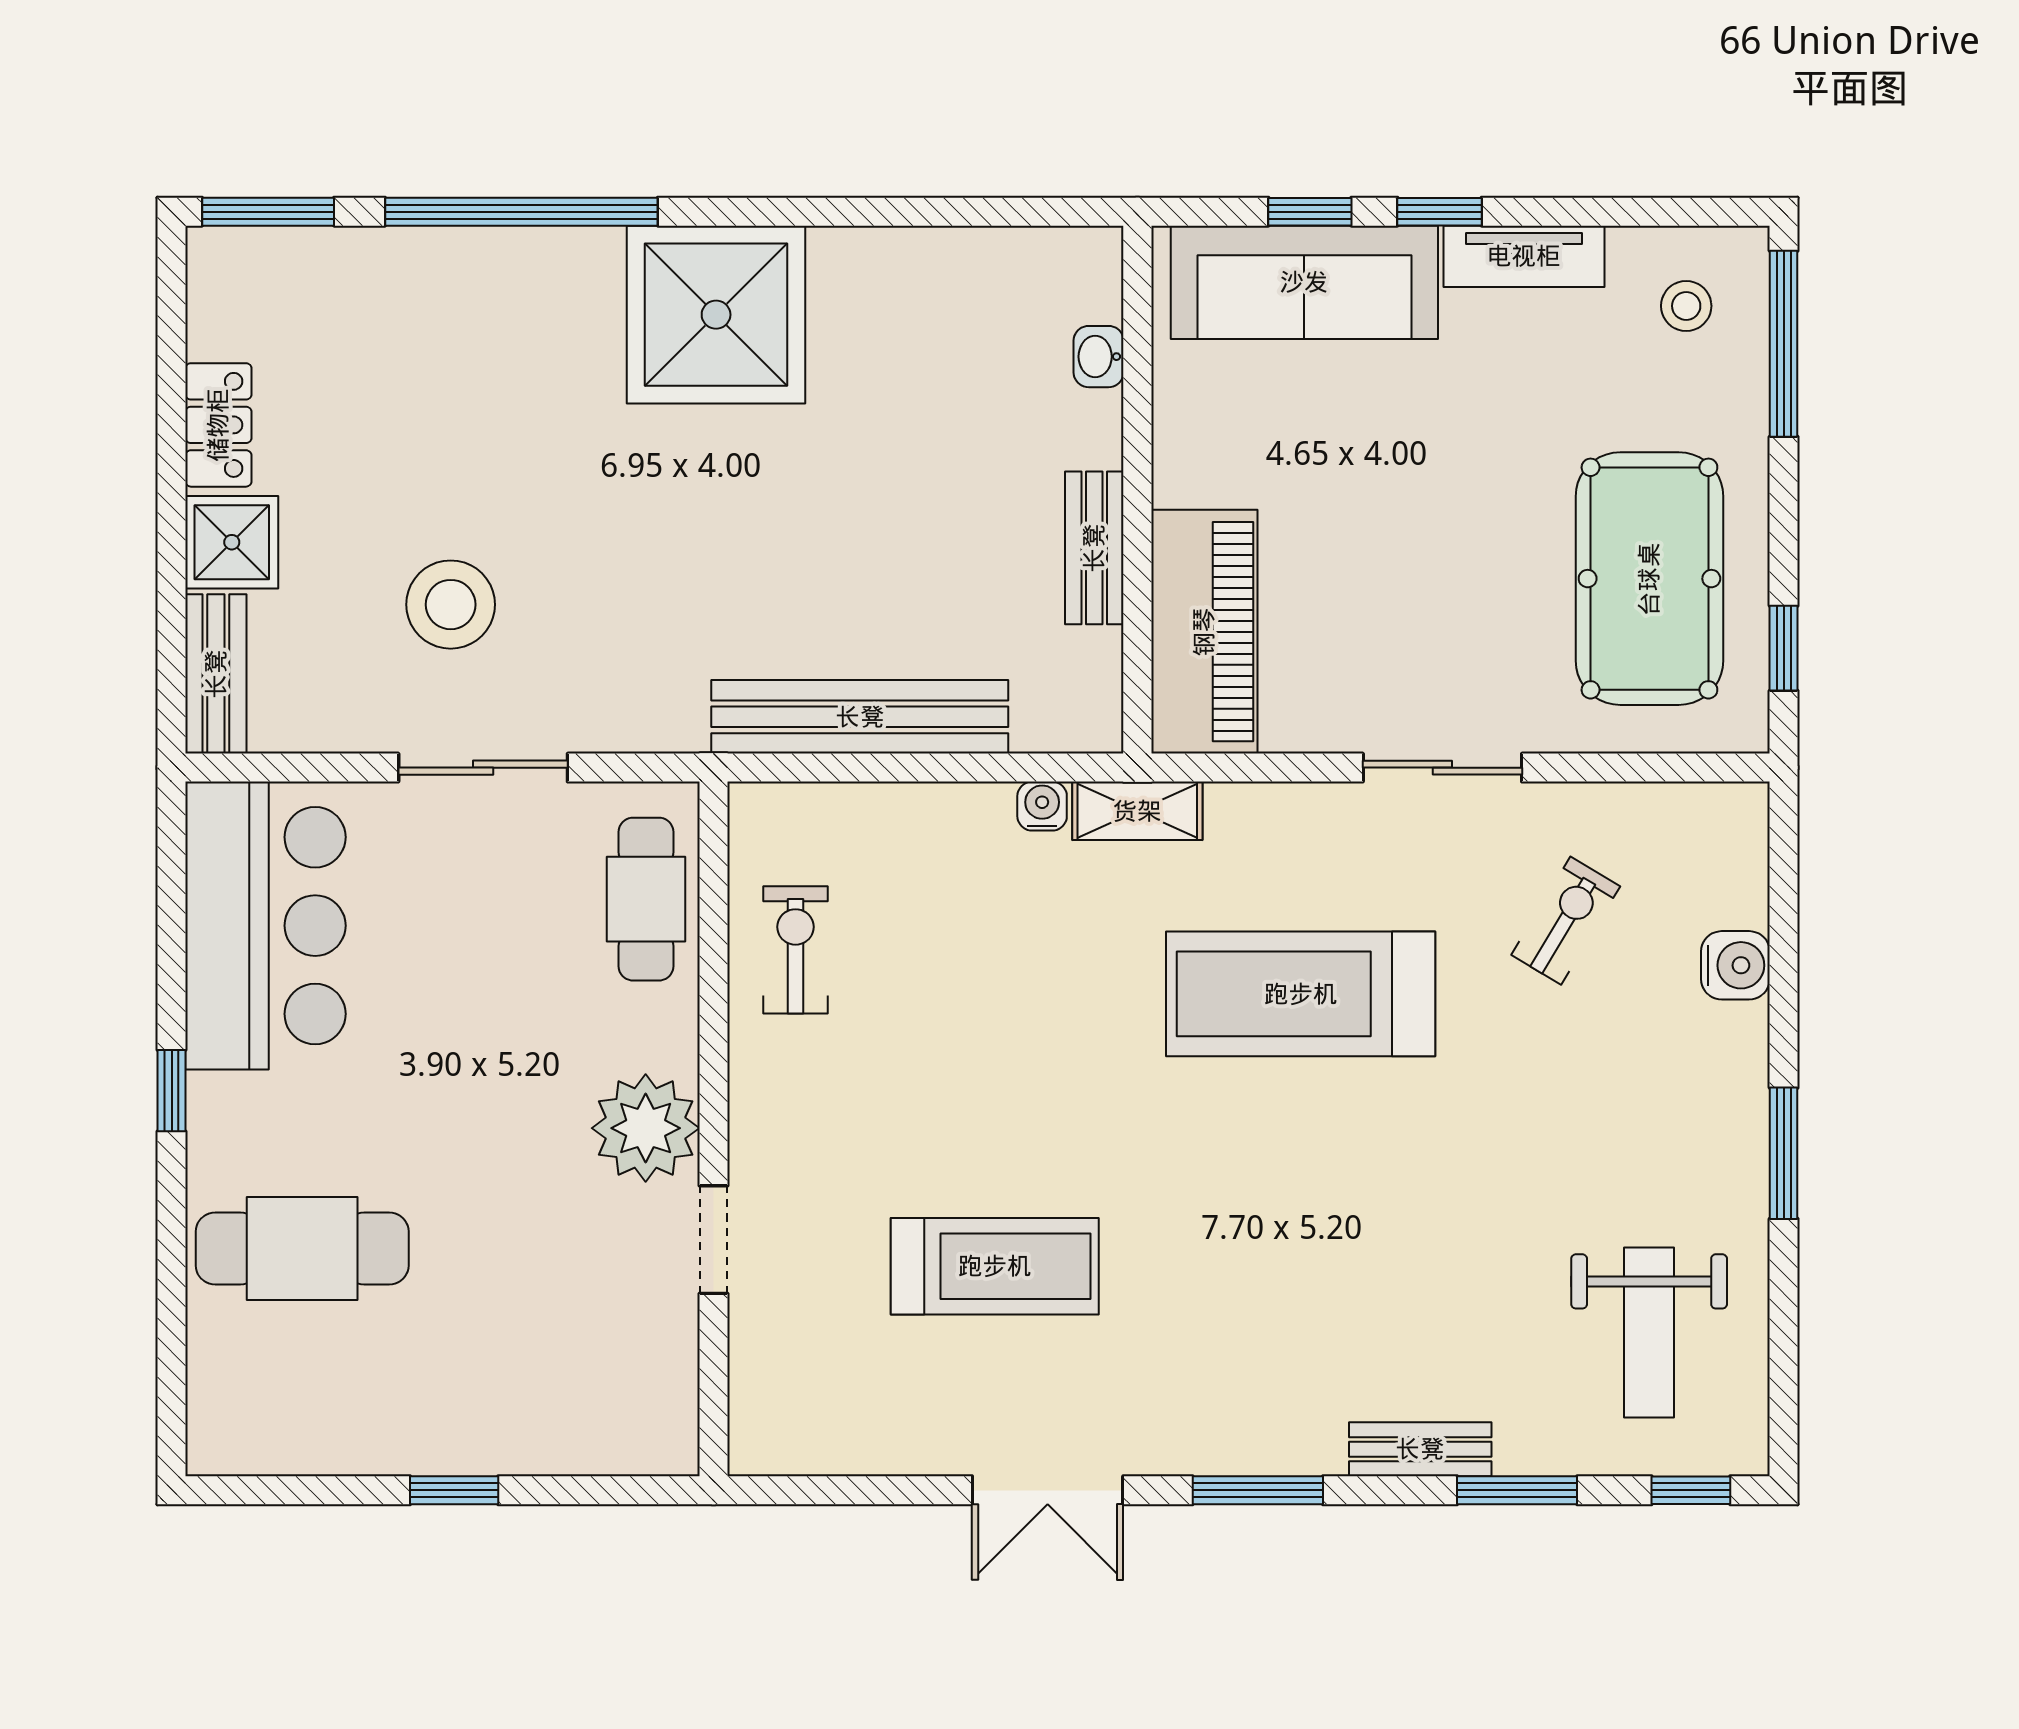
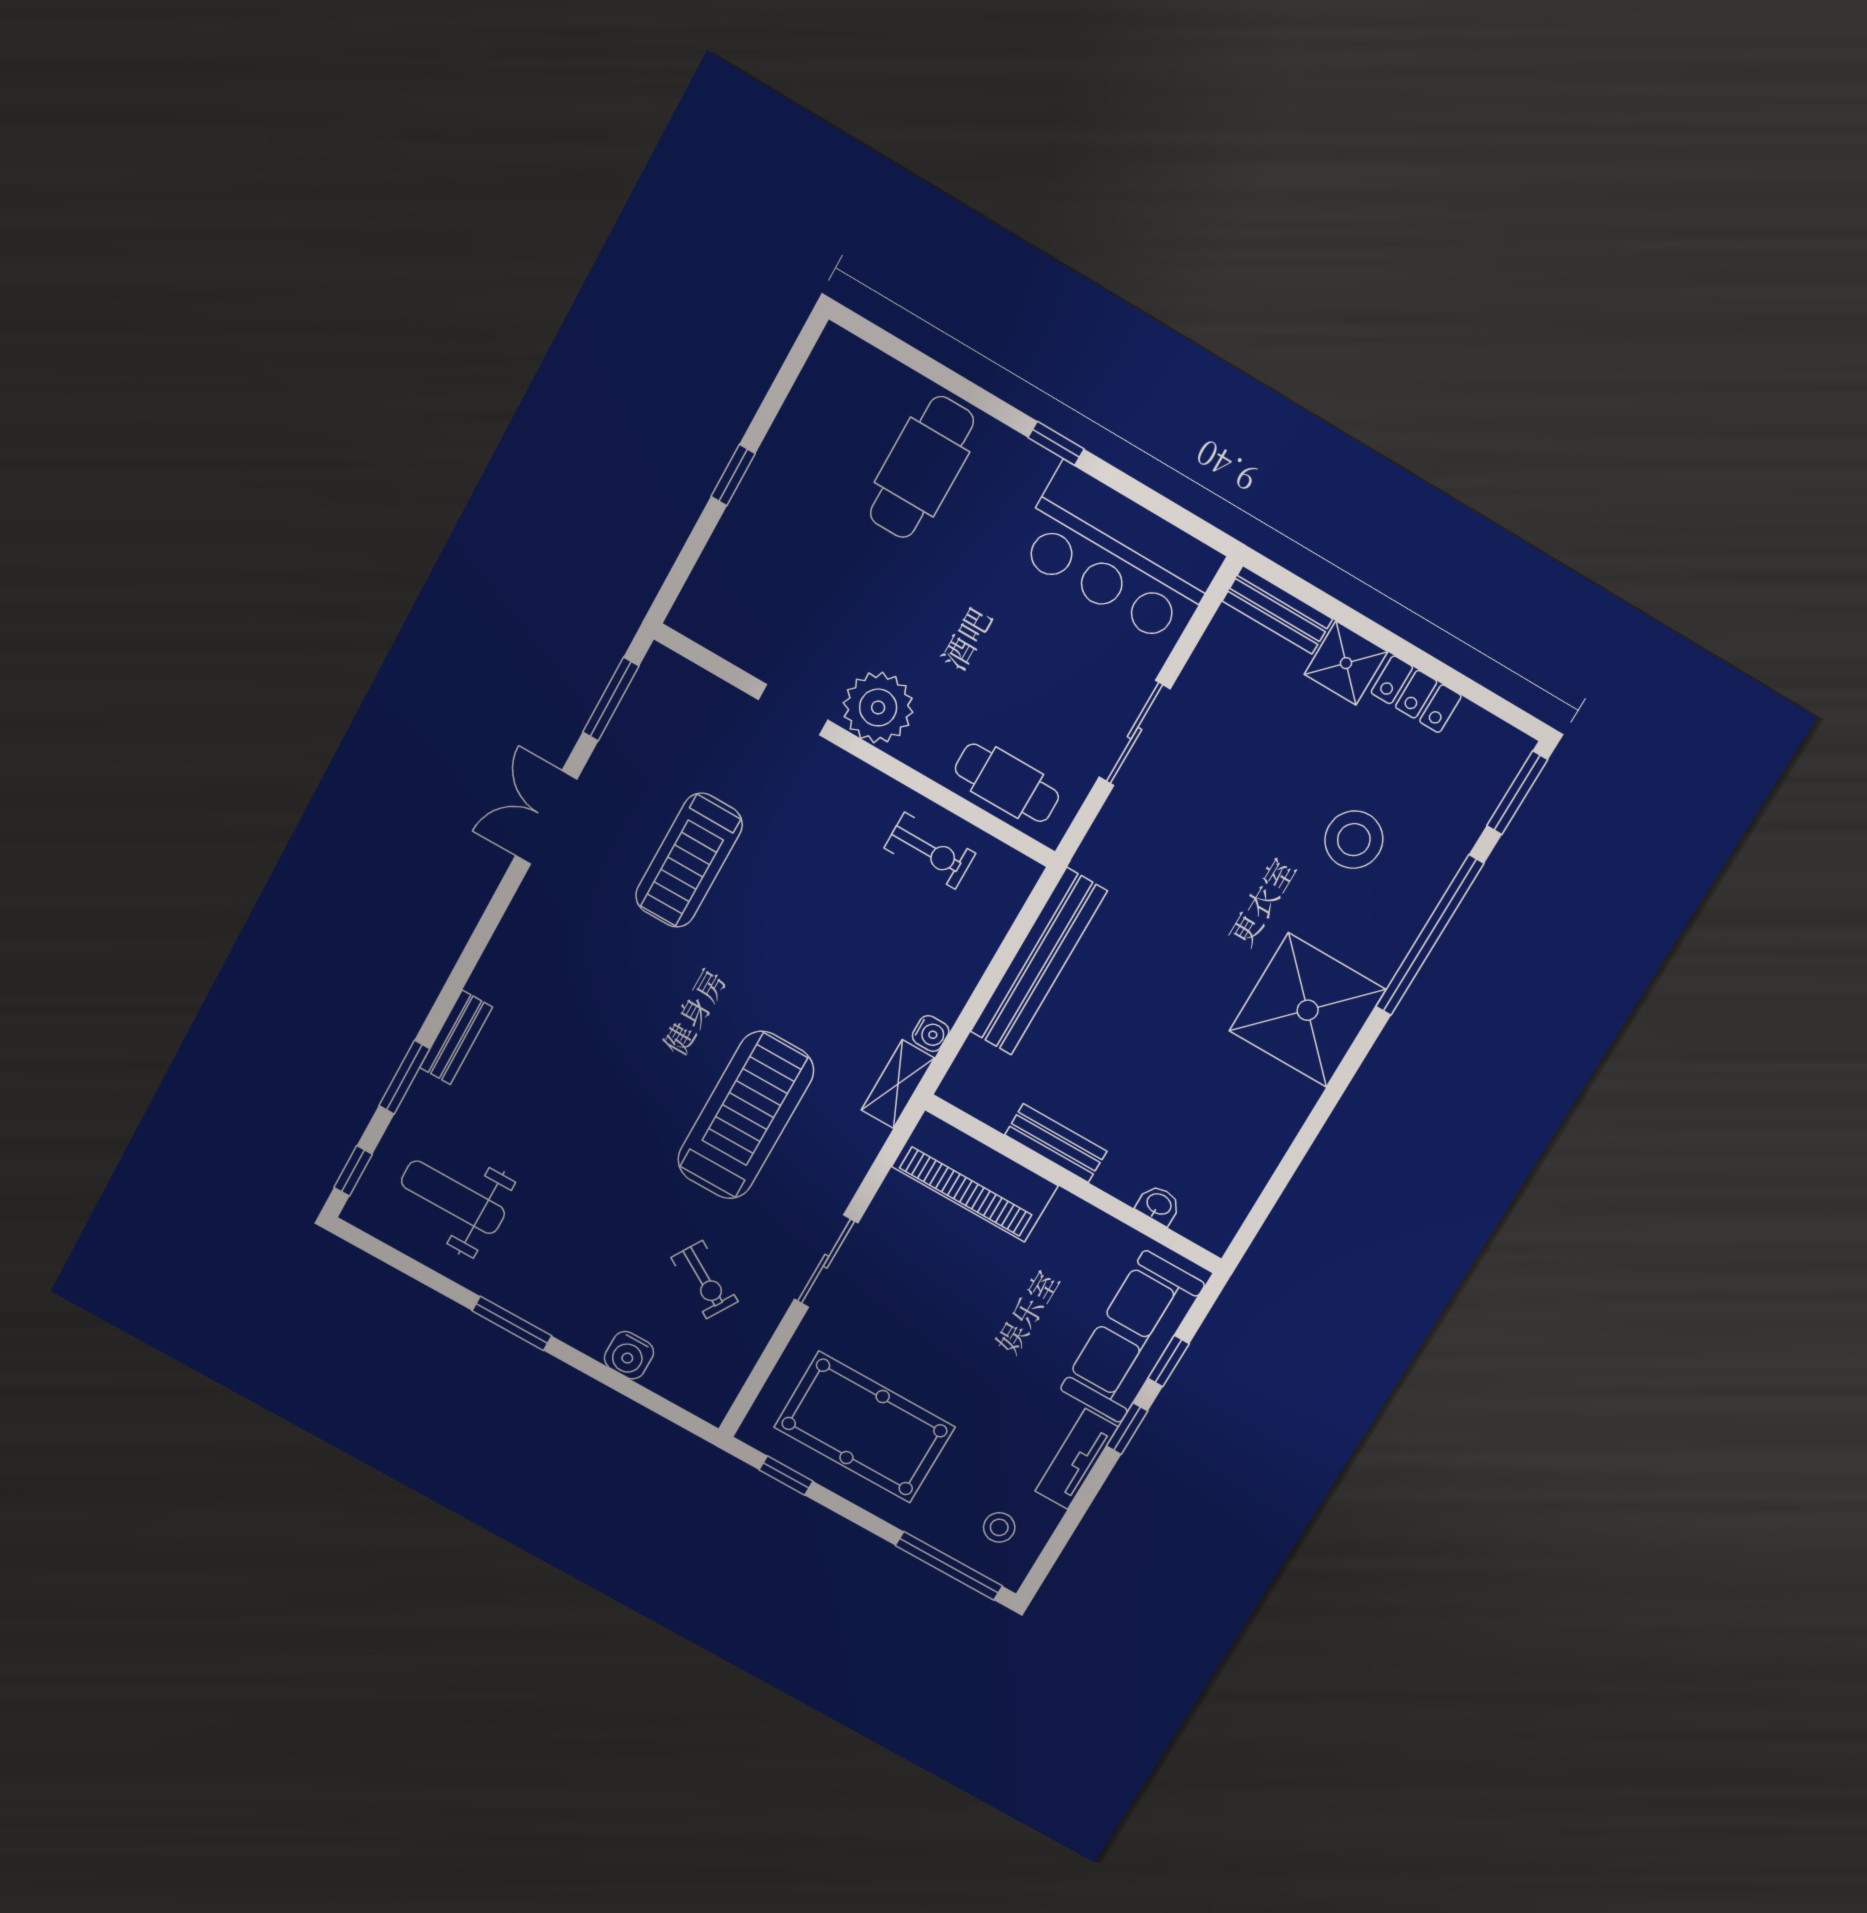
stool: (451, 605) -> (1354, 840), moved
window: (1258, 1490) -> (611, 699), moved

